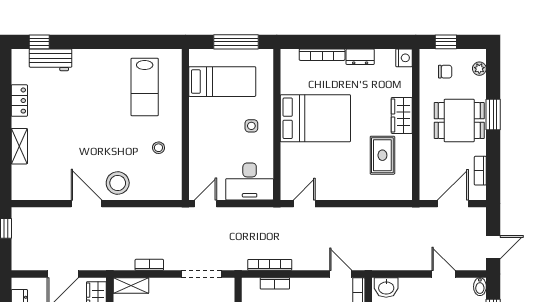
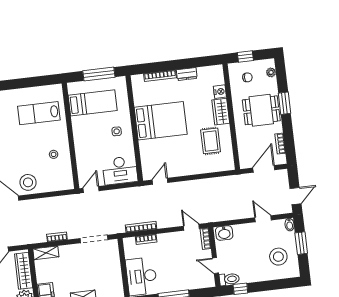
nightstand: (404, 58) -> (220, 92), moved
lab bench: (145, 87) -> (39, 113), turned 90

